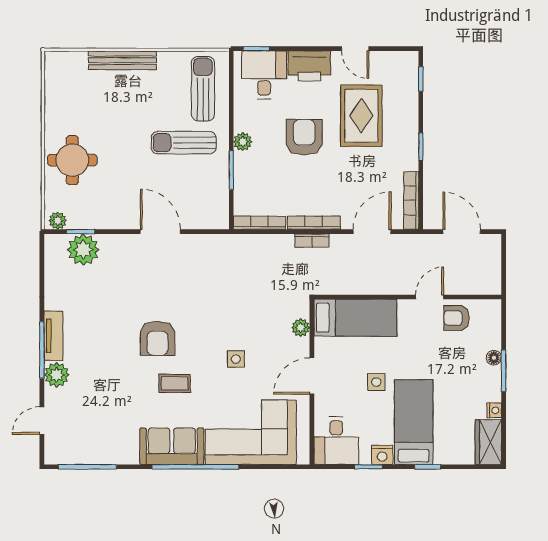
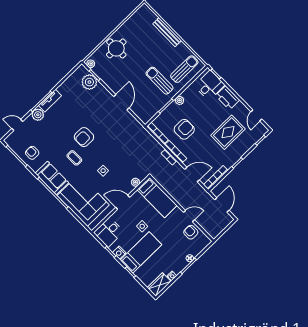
door: (355, 49) -> (256, 115), moved
armchair: (304, 137) -> (184, 129), moved
armchair: (105, 439) -> (32, 153), added

